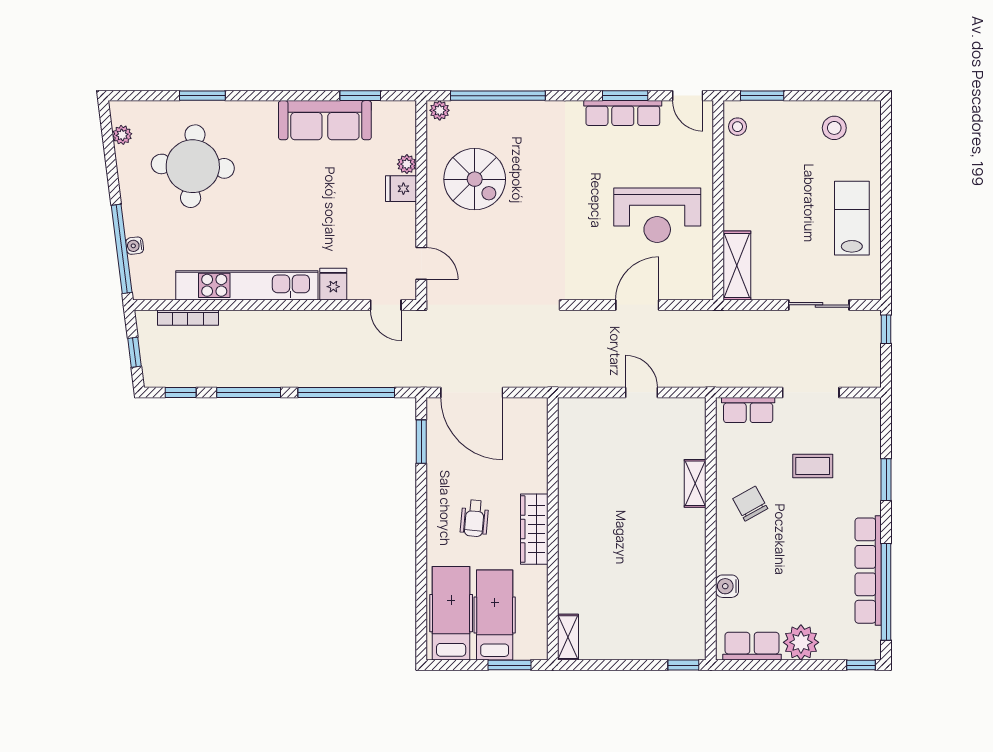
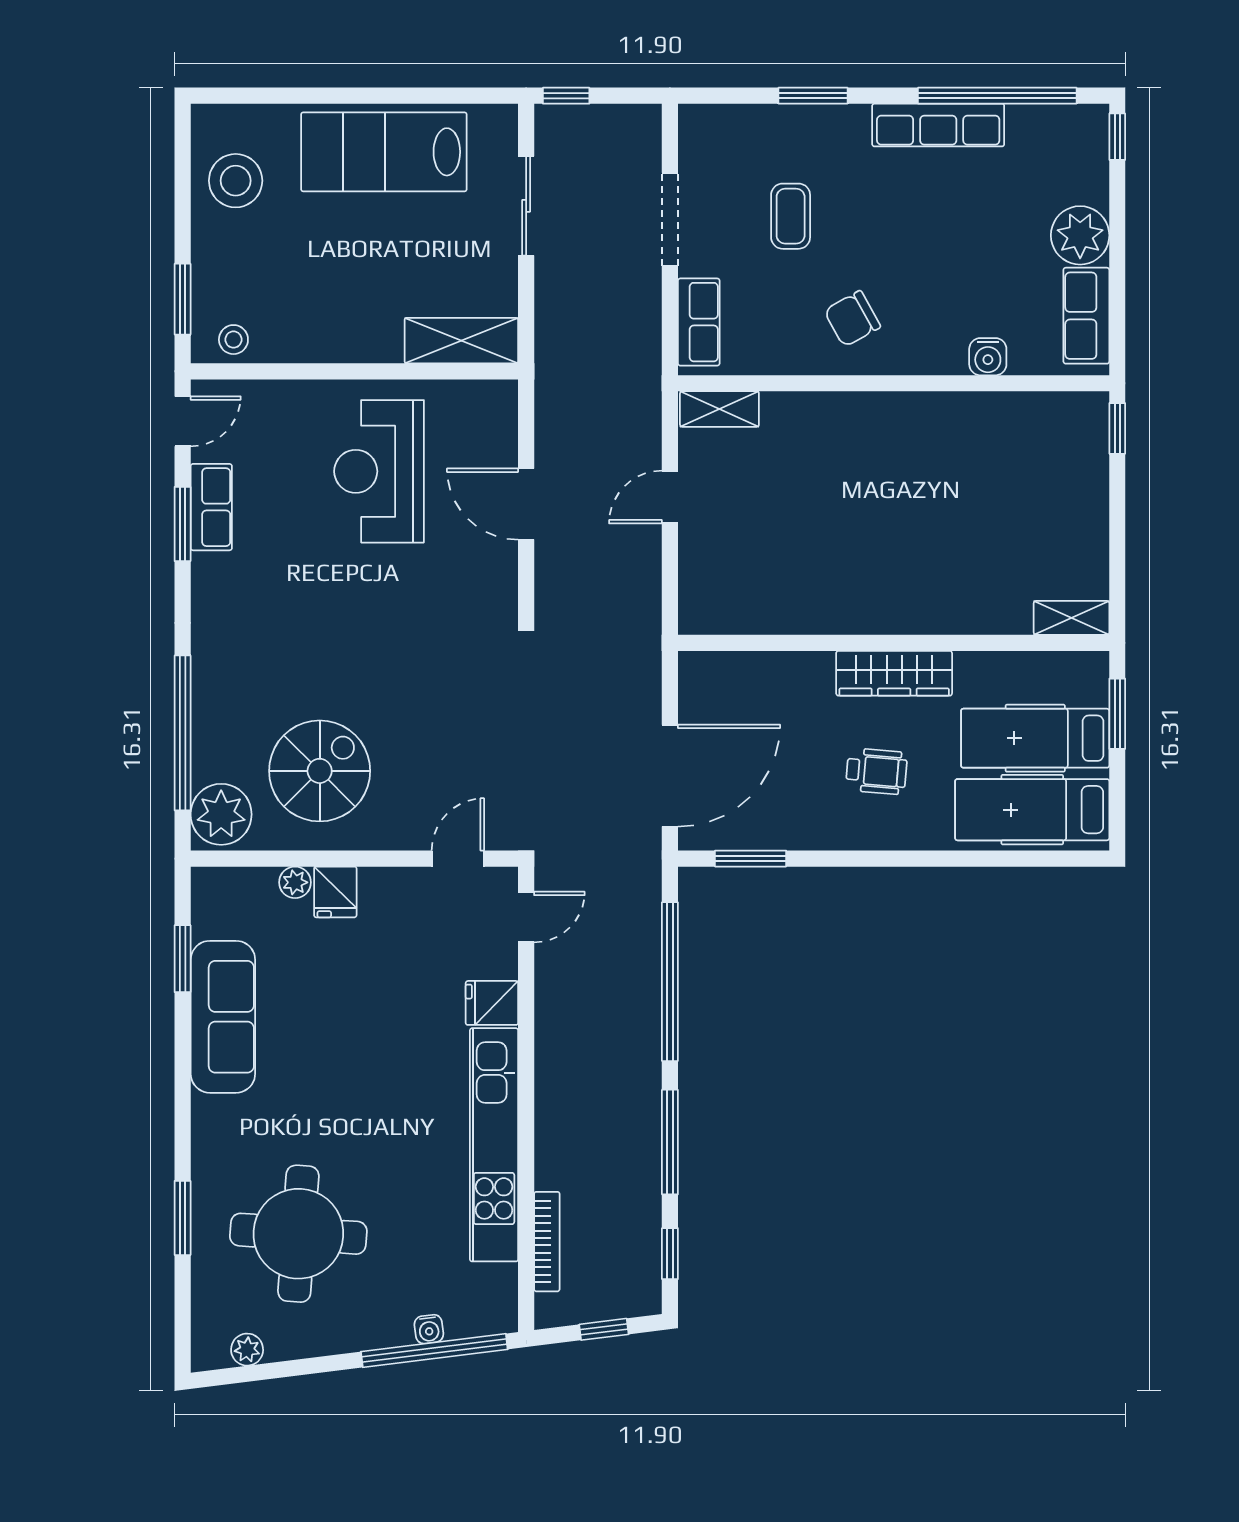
plant: (440, 110) -> (221, 814), width x1.88, depth x1.88
row of seats: (623, 113) -> (211, 507), width x0.68
stool: (834, 128) -> (236, 181), width x1.38, depth x1.38
reception desk: (657, 215) -> (379, 471), turned 180
lab bench: (852, 218) -> (384, 152), width x1.36, depth x1.39
shelving: (695, 483) -> (719, 409), moved
row of seats: (868, 571) -> (938, 125), width x0.73

